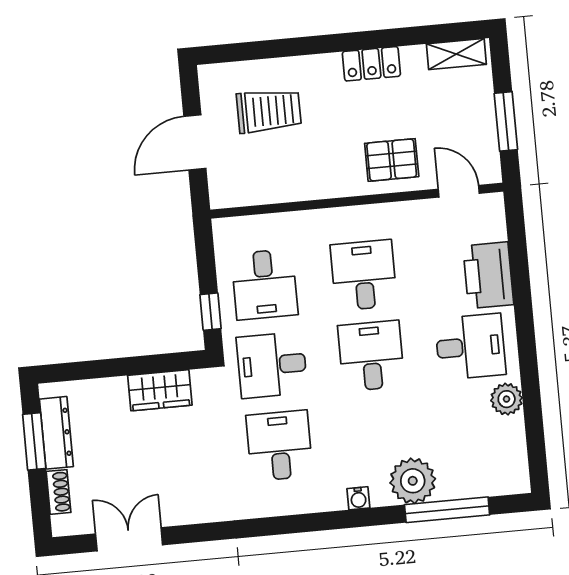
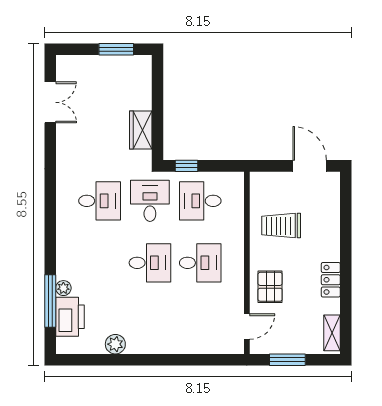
trolley: (269, 111) -> (281, 226), moved, turned 90
door: (195, 142) -> (310, 166), moved
printer: (488, 275) -> (70, 317), moved, turned 90
desk: (470, 347) -> (150, 325), removed
dresser: (56, 433) -> (120, 63), removed
plant: (413, 481) -> (63, 288), width x0.53, depth x0.53
shoe rack: (58, 492) -> (84, 61), removed
water cooler: (358, 498) -> (62, 247), removed

